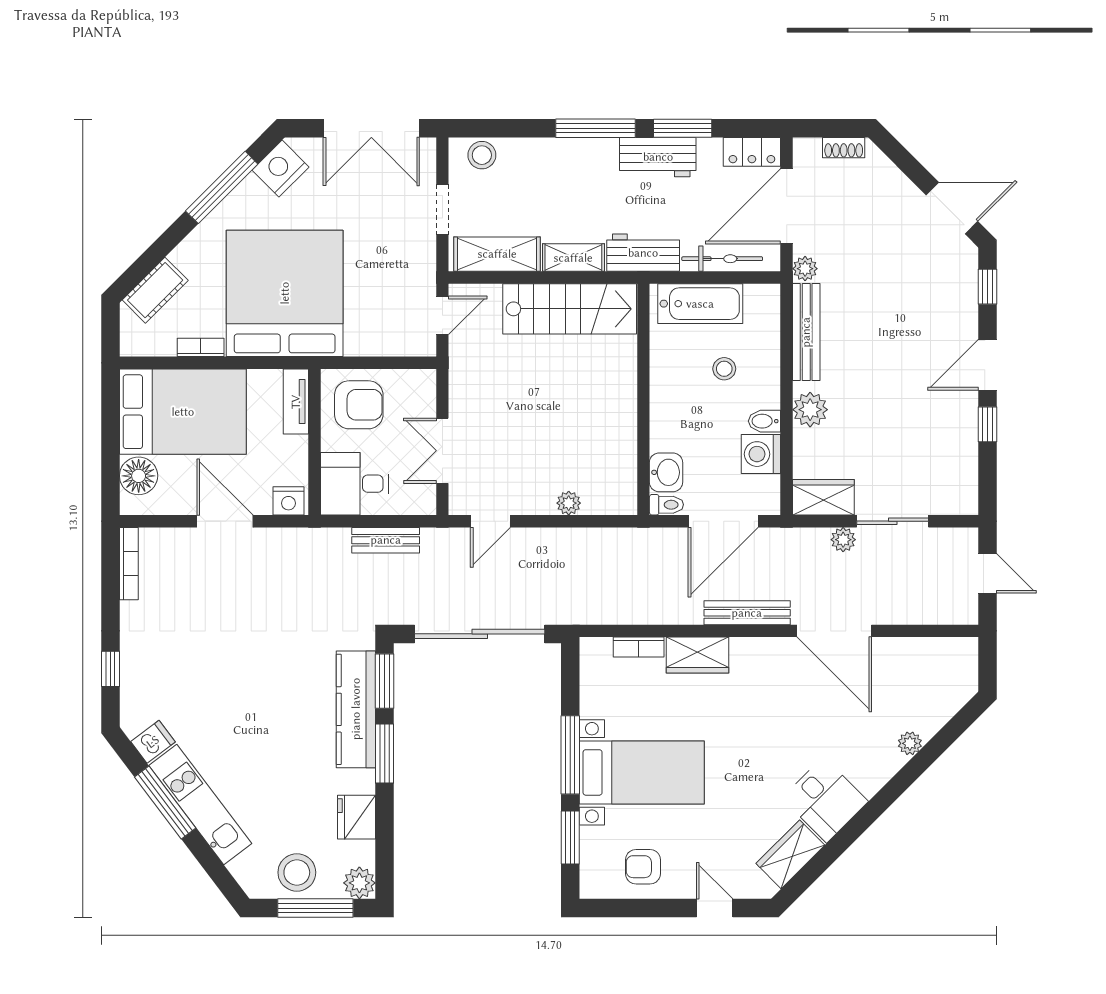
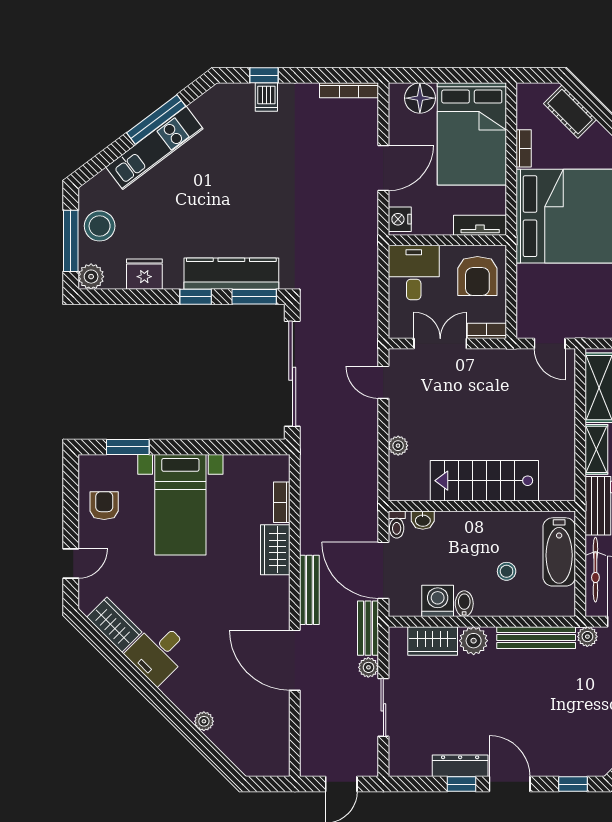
stairs: (570, 309) -> (484, 481), moved, turned 90
bookcase: (427, 393) -> (487, 331), added
dresser: (965, 426) -> (460, 766), added
washbasin: (666, 472) -> (423, 520), width x0.72, depth x0.69
wardrobe: (823, 497) -> (433, 641), moved, turned 90
bench: (386, 540) -> (368, 628), moved
door: (834, 631) -> (295, 660), hinge flipped
dishwasher: (153, 742) -> (266, 97), moved, turned 37
window: (385, 753) -> (196, 297), width x0.67
window: (570, 755) -> (195, 447), removed

